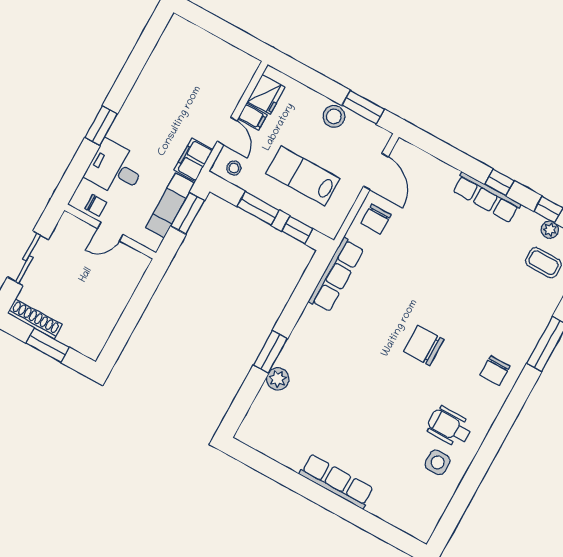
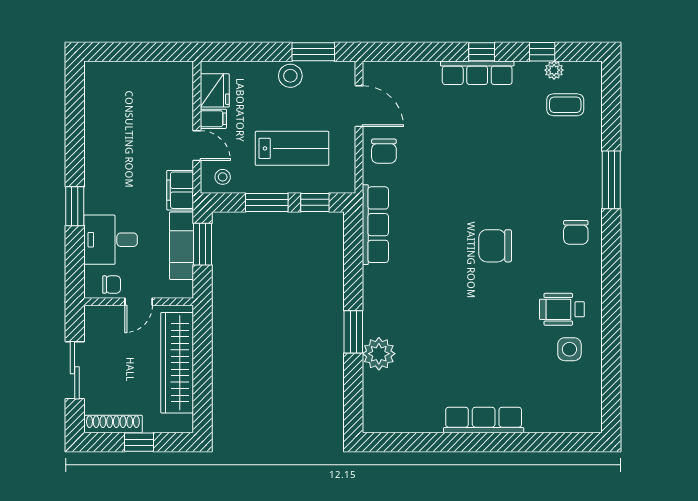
lab bench: (303, 176) -> (292, 148), turned 180
wardrobe: (114, 298) -> (177, 363), added
window: (48, 345) -> (139, 442), width x0.67
plant: (278, 379) -> (379, 354), width x1.36, depth x1.36

